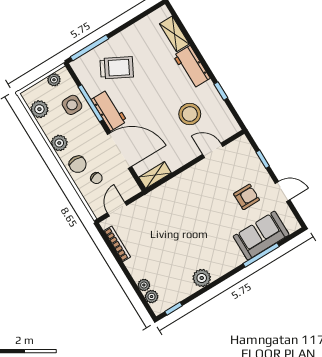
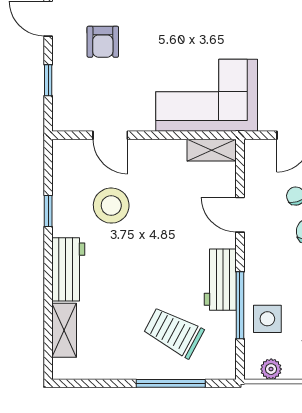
window: (89, 48) -> (171, 383), moved
door: (120, 150) -> (240, 215), width x0.53
armchair: (247, 197) -> (103, 42), turned -90
corner sofa: (175, 202) -> (207, 95), added

